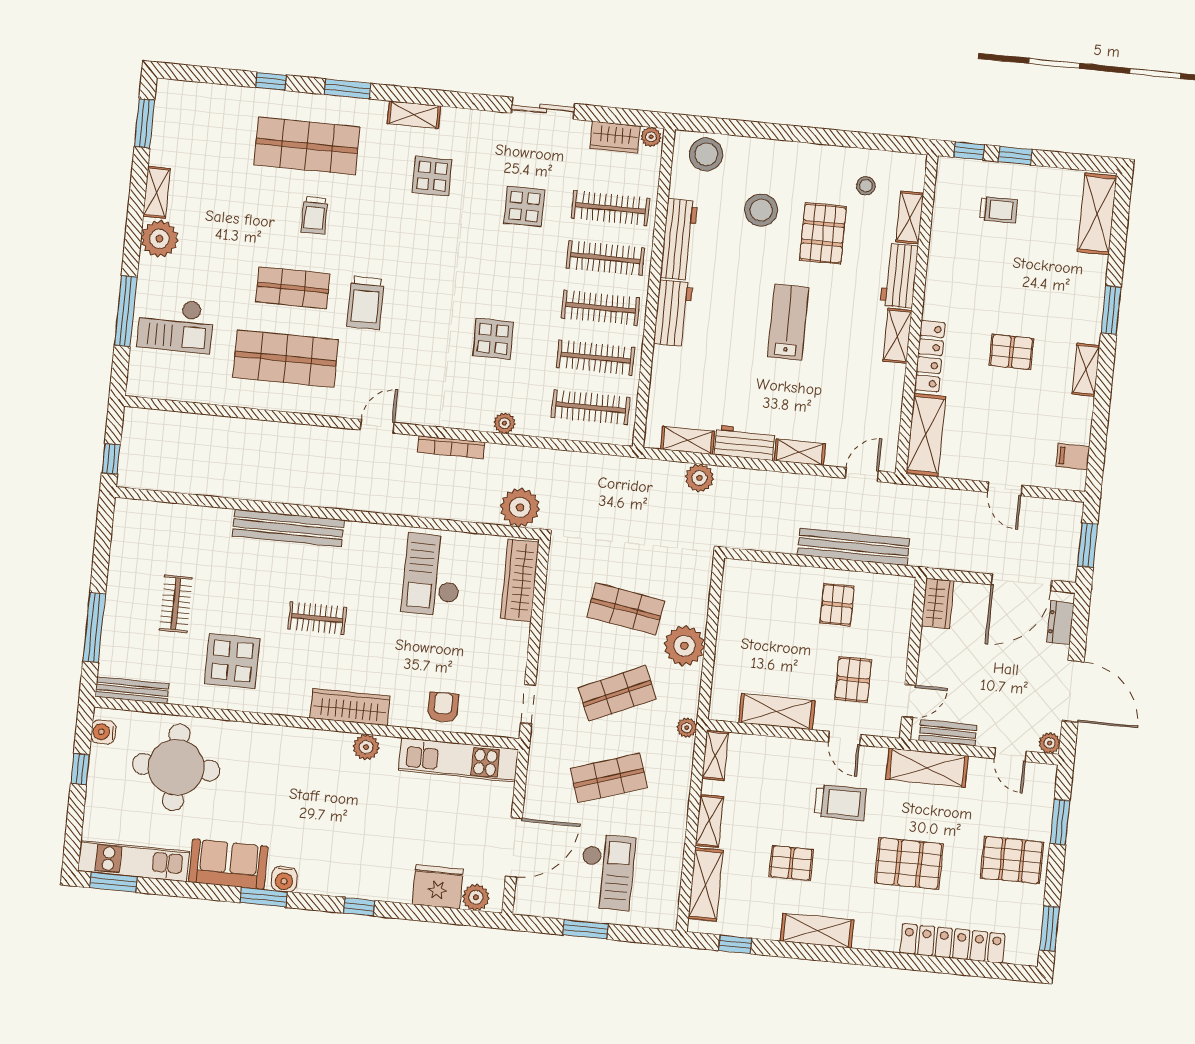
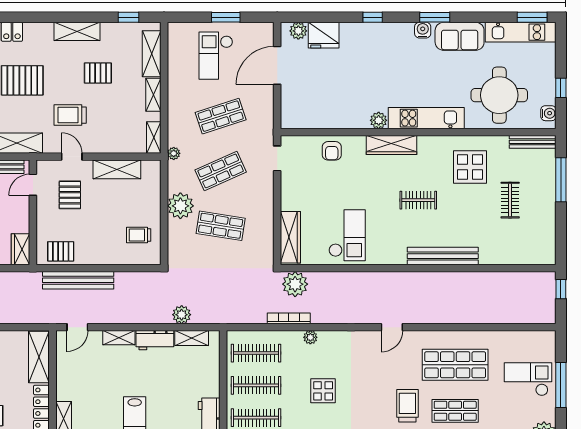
bookcase: (451, 447) -> (289, 318), moved
pallet: (837, 605) -> (61, 251), moved, turned 90
trolley: (753, 607) -> (139, 235), added
kitchen unit: (458, 760) -> (426, 118), moved

